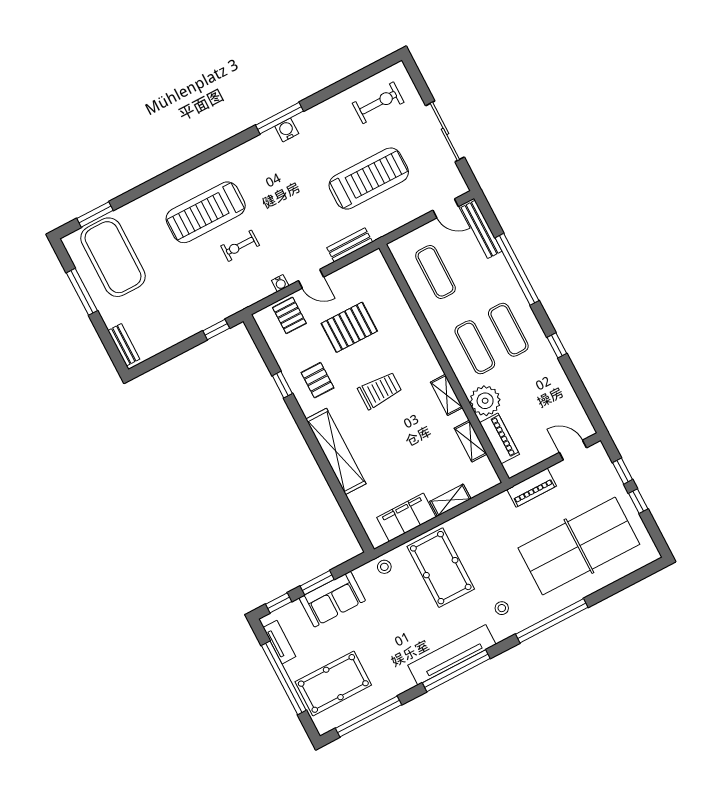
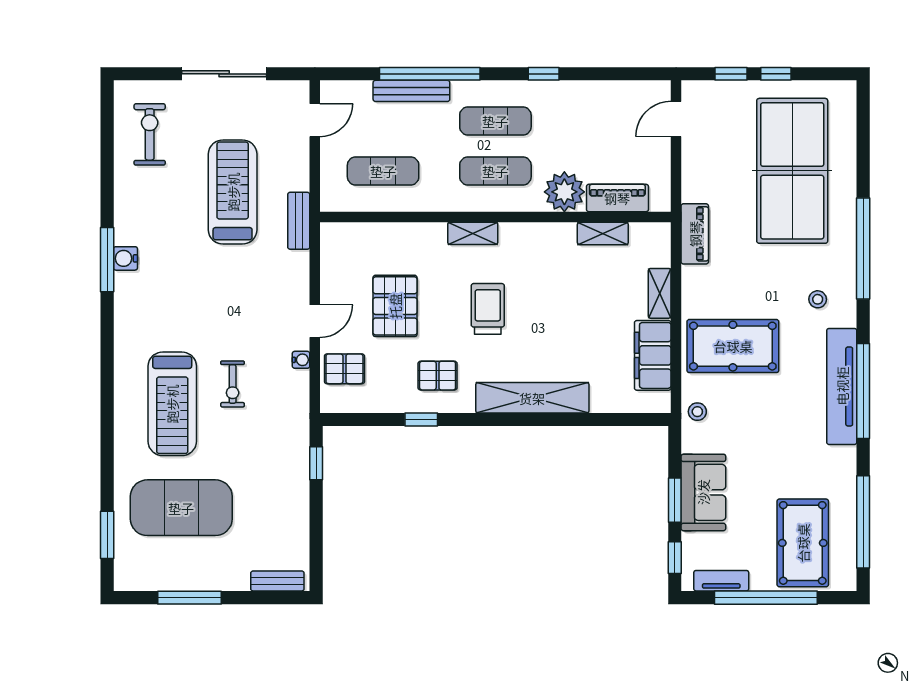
bench: (482, 229) -> (411, 91), moved
bench: (350, 245) -> (299, 221), moved
exercise mat: (113, 257) -> (181, 508), moved
shelving: (447, 395) -> (473, 233), moved
piano: (532, 488) -> (695, 234), moved

